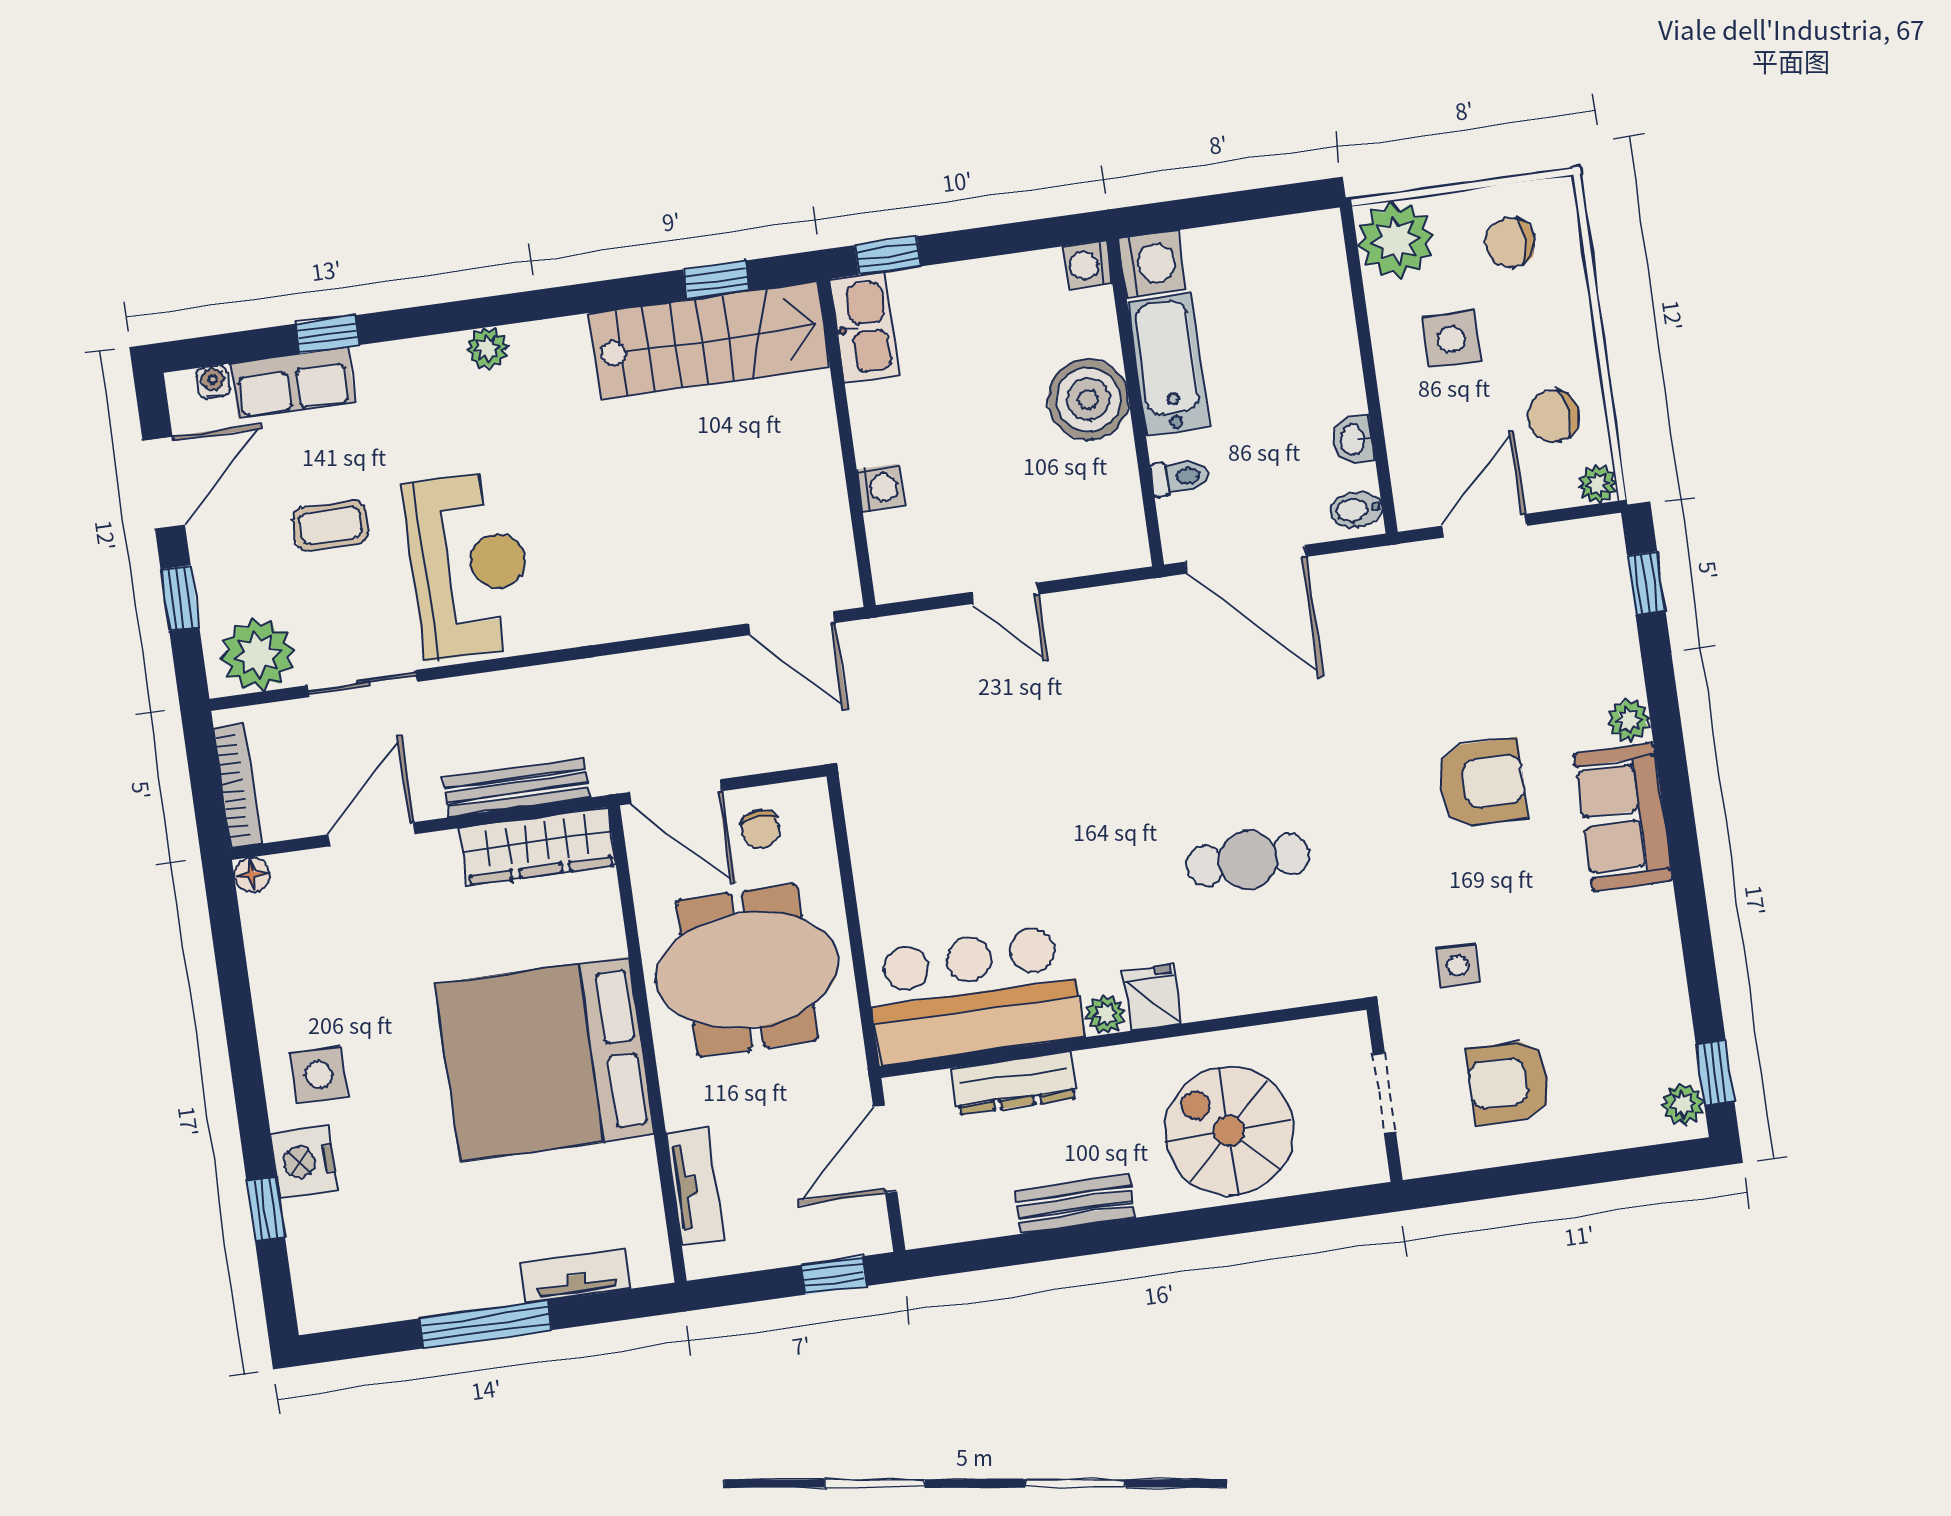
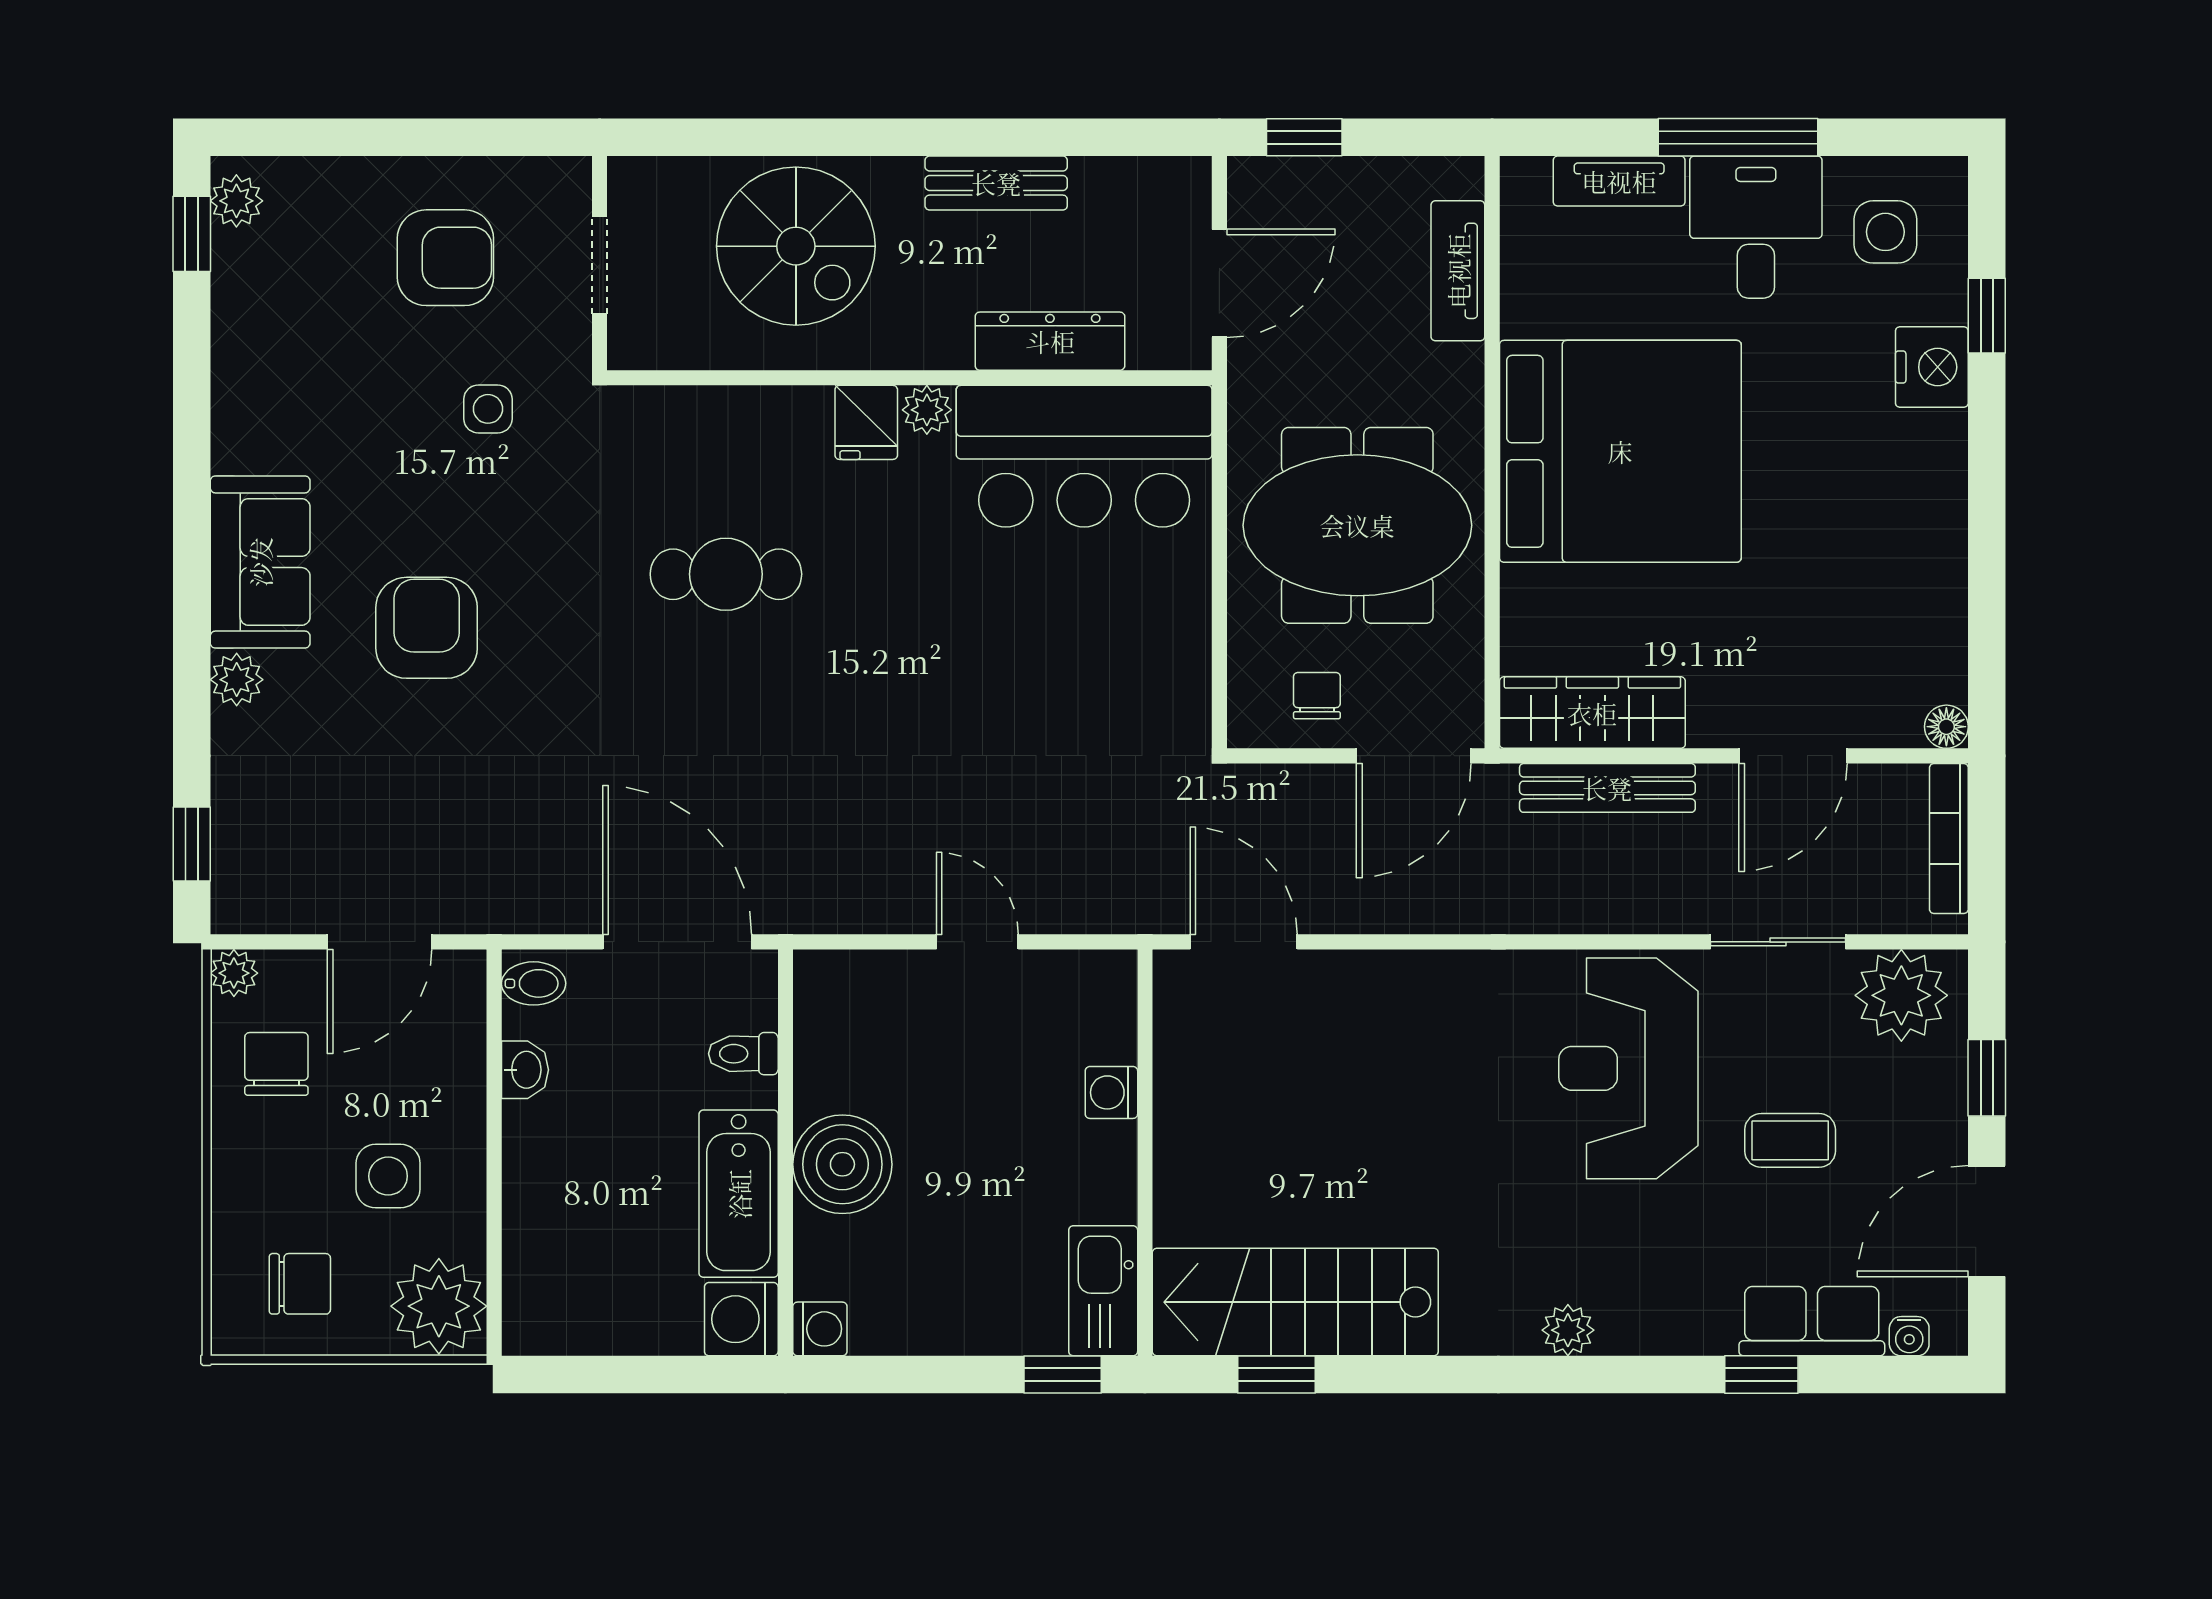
chair: (1553, 416) -> (276, 1064), turned -81
armchair: (1482, 783) -> (427, 628), turned 90
door: (676, 792) -> (1414, 756), swing flipped
side table: (319, 1075) -> (1885, 232), moved
desk: (461, 1254) -> (1756, 227), added

